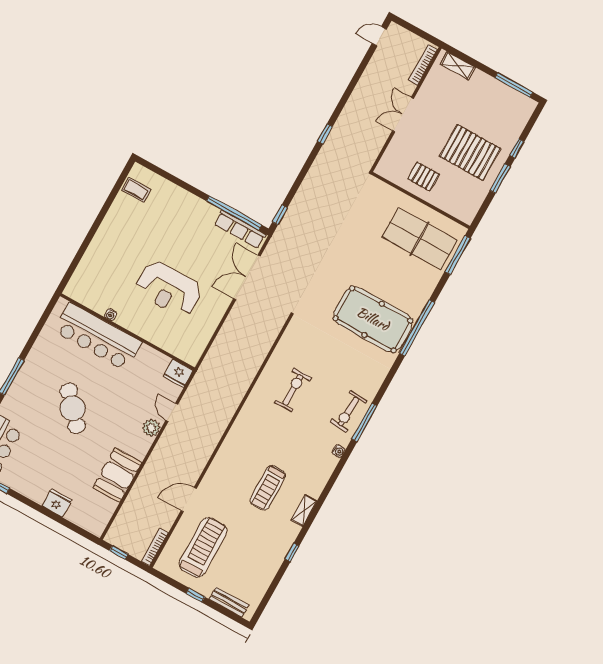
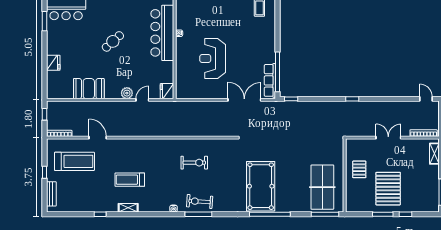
cafe table: (73, 408) -> (113, 41), width x0.73, depth x0.74

